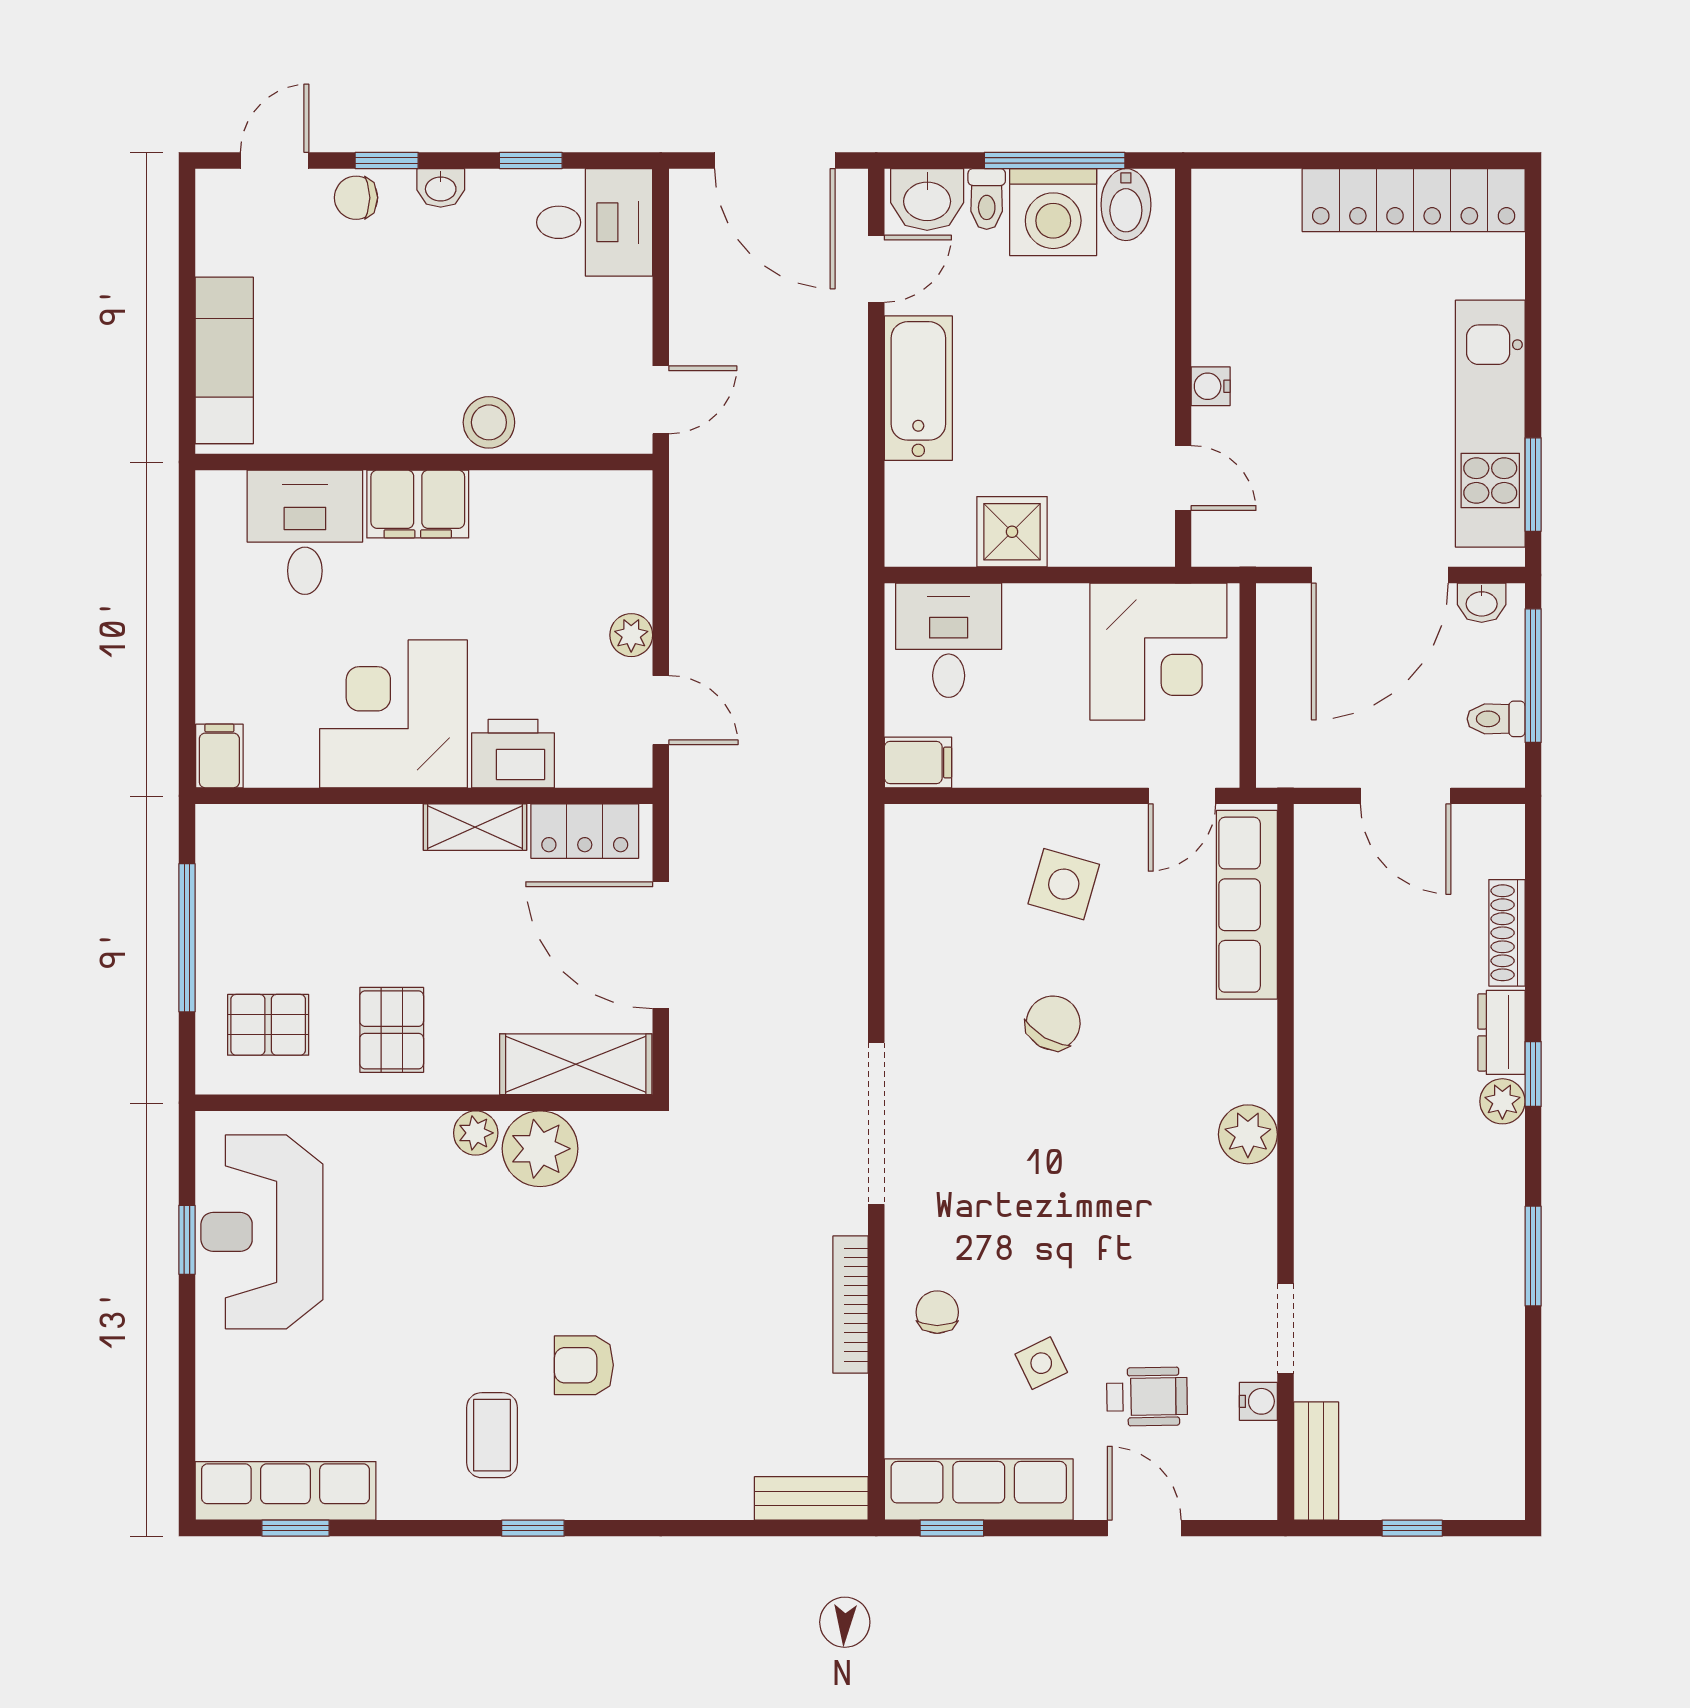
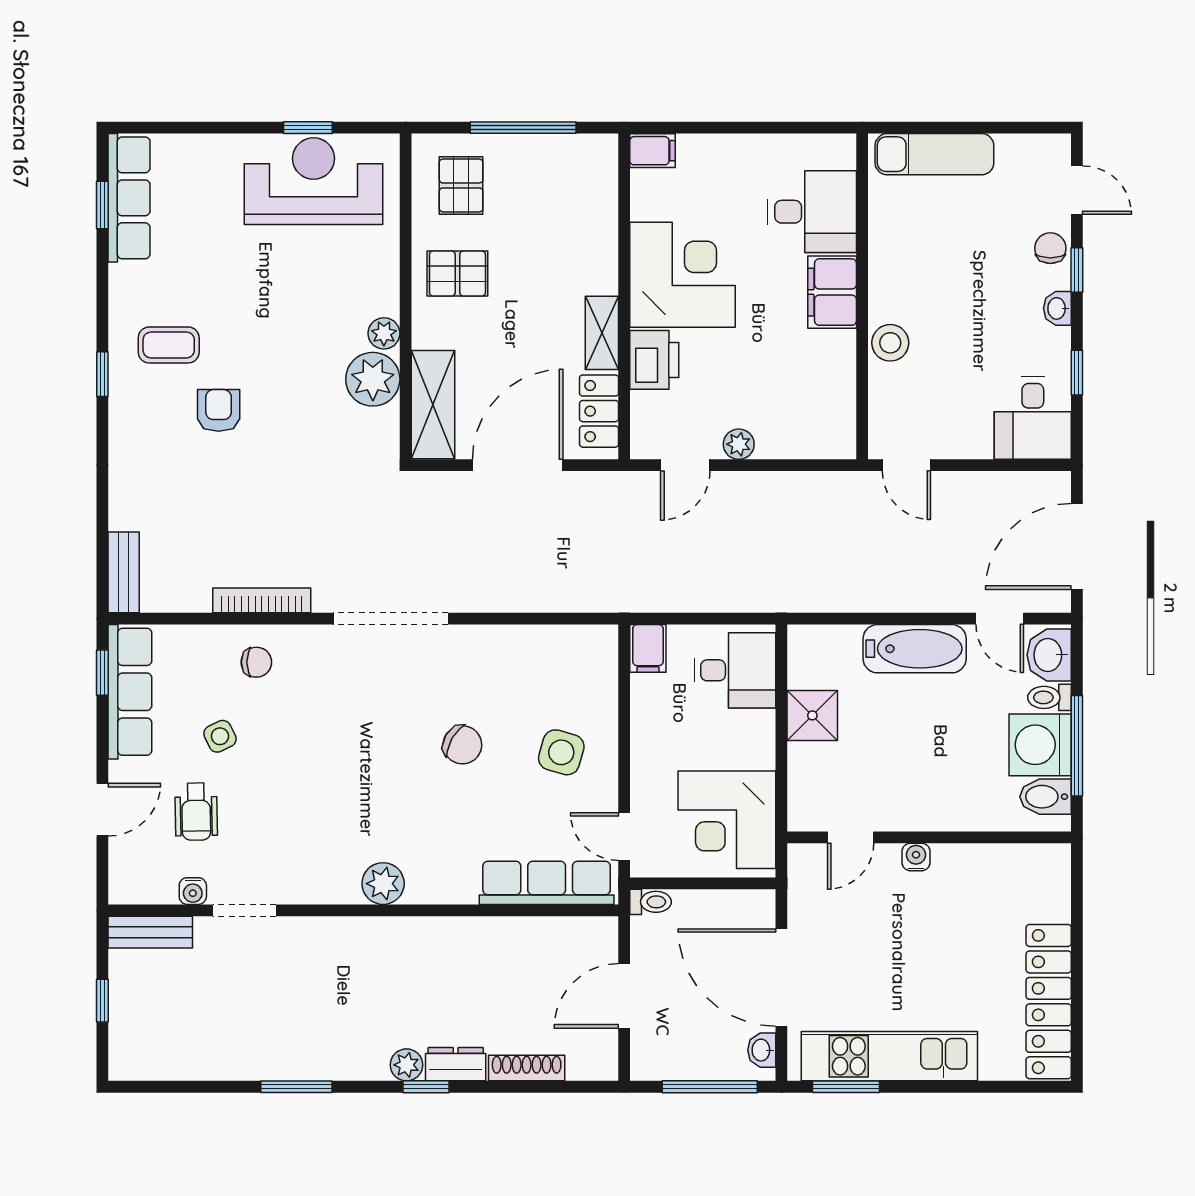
toilet: (1496, 719) -> (651, 902), moved, turned 90

